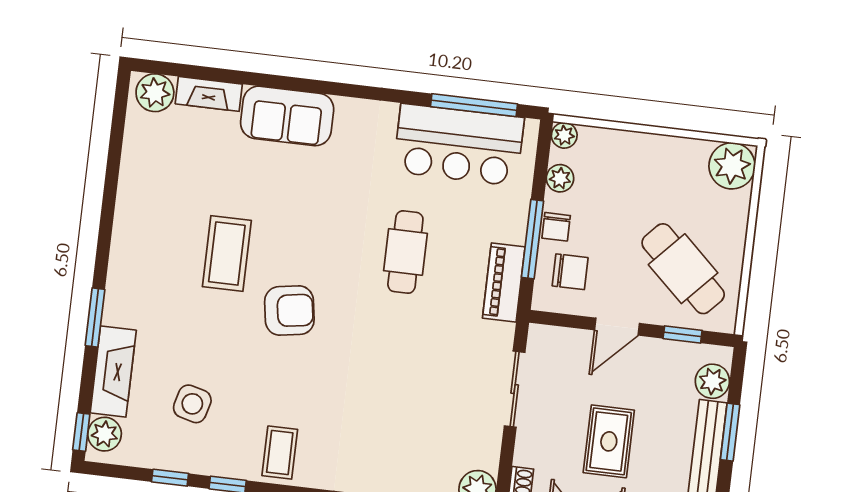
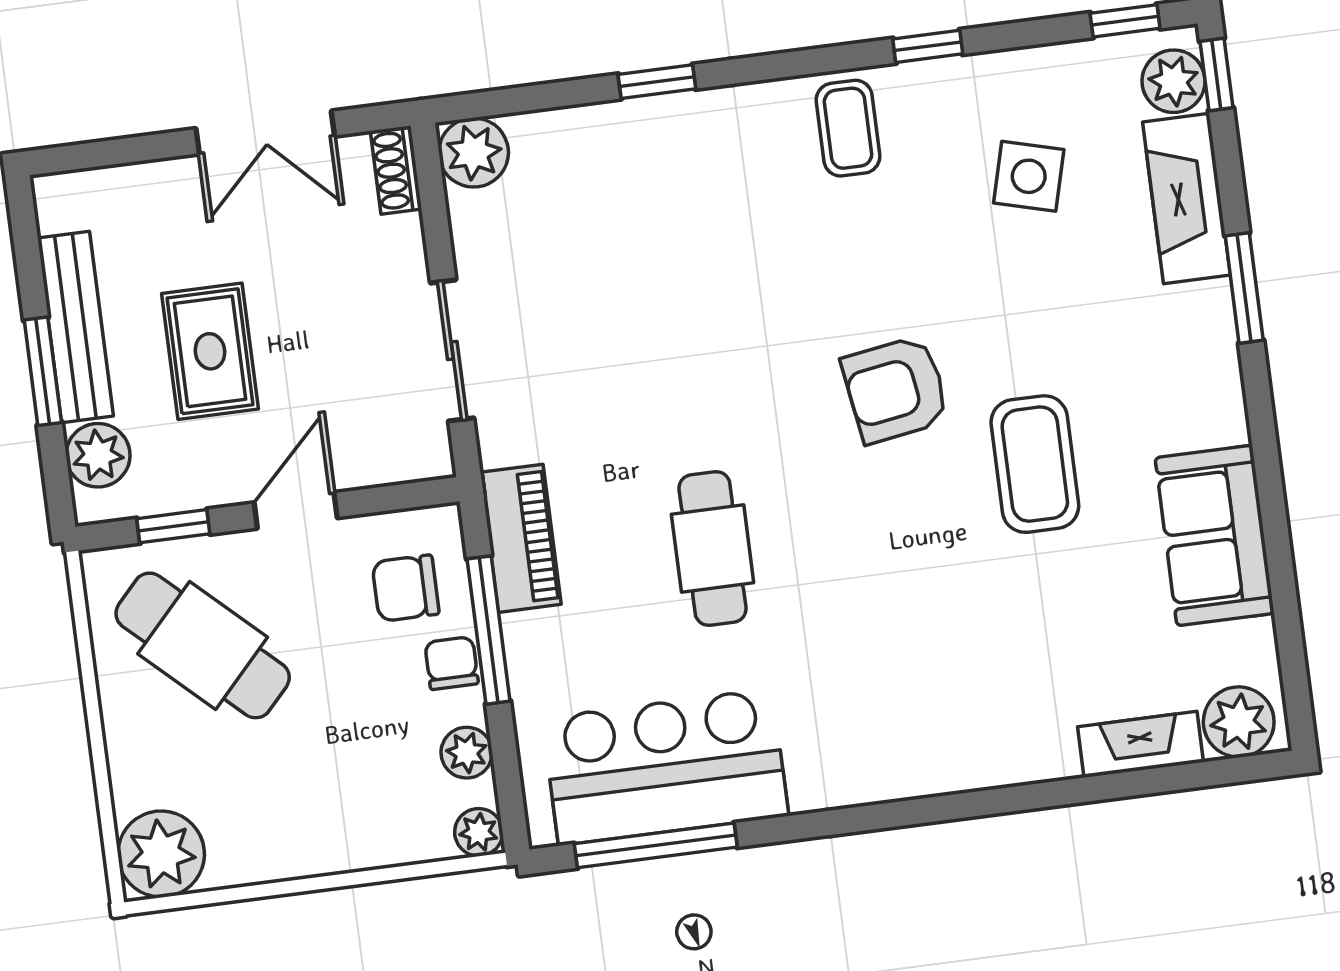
sofa: (287, 116) -> (1215, 535), moved, turned -90
rug: (609, 441) -> (210, 351), moved
window: (170, 478) -> (1125, 21), moved

